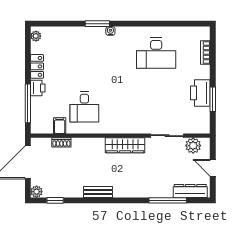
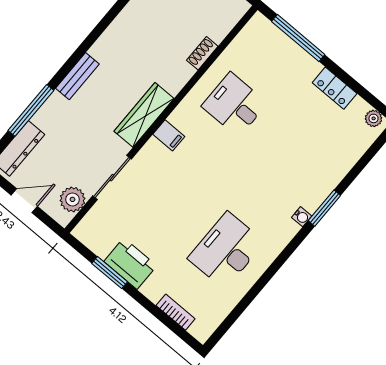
printer: (38, 88) -> (307, 66), removed
filing cabinet: (60, 126) -> (169, 135), moved
shoe rack: (61, 142) -> (202, 53), moved
bench: (98, 192) -> (77, 76), moved

